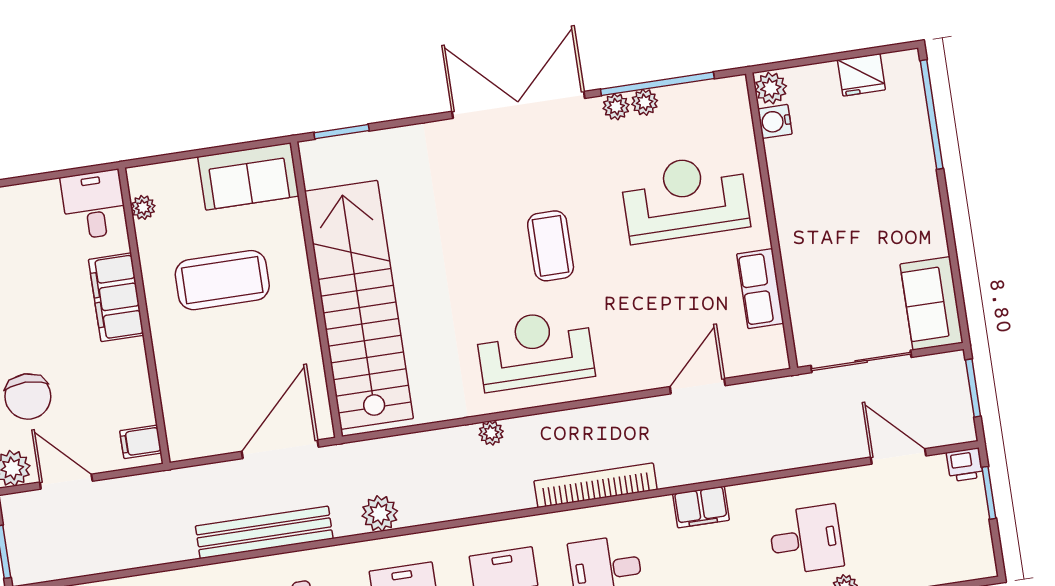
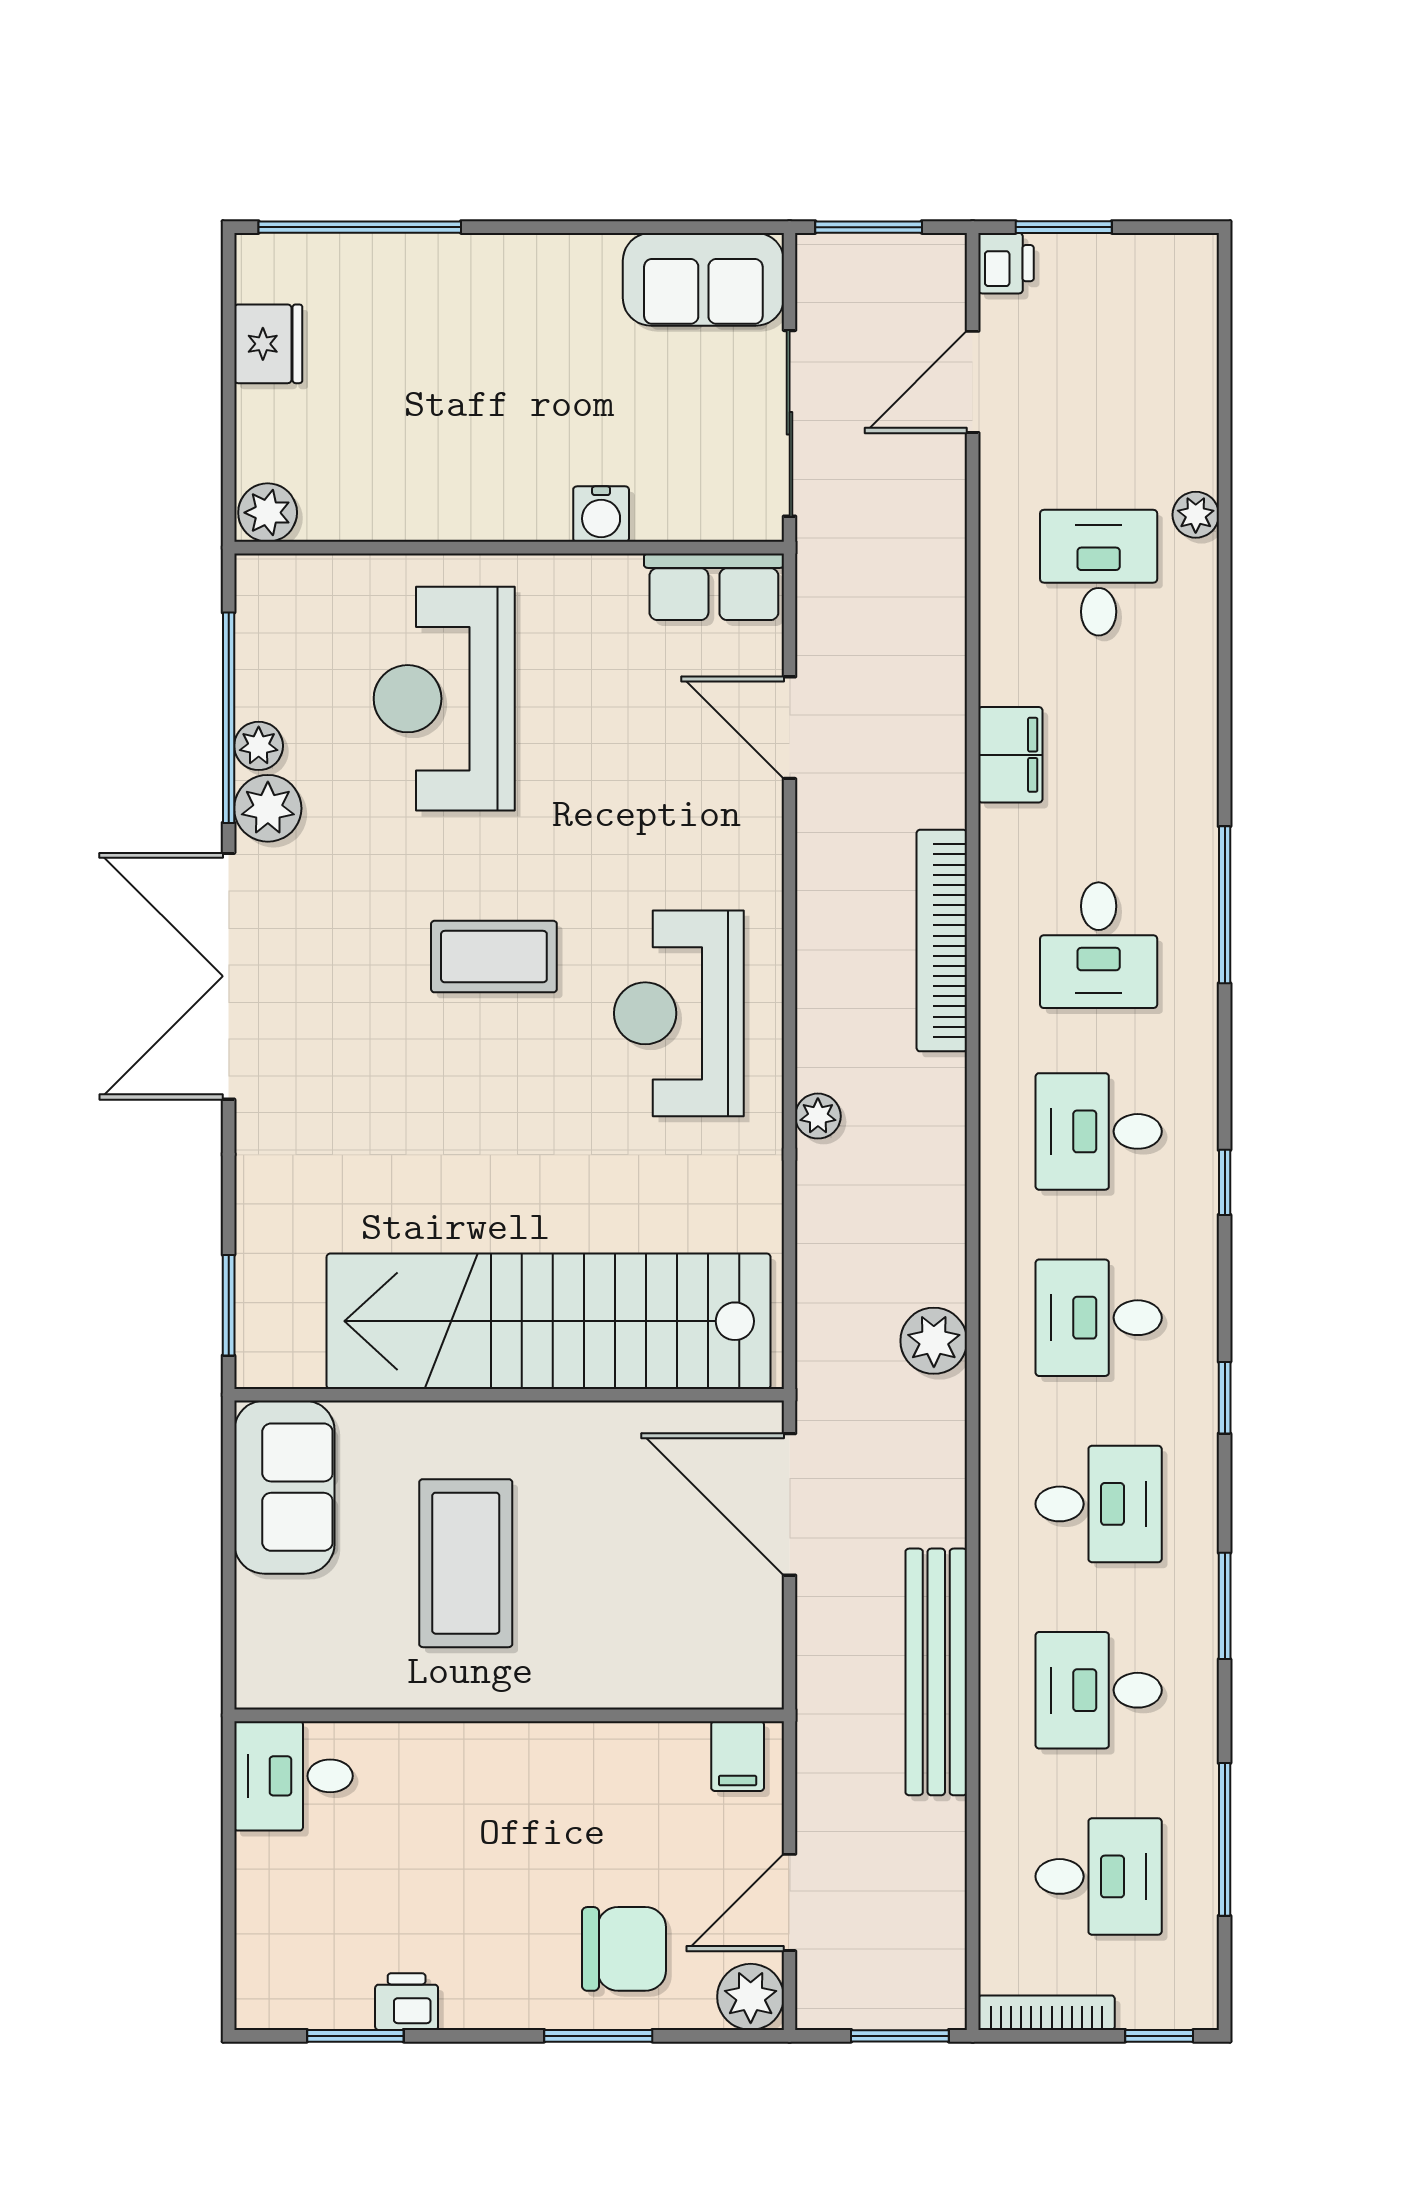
plant: (616, 107) -> (268, 808), width x1.38, depth x1.38
water cooler: (775, 121) -> (601, 514), moved
plant: (143, 207) -> (312, 1687), removed
row of seats: (760, 289) -> (714, 587), moved
filing cabinet: (116, 297) -> (468, 1761), removed
bench: (264, 532) -> (936, 1672), moved

